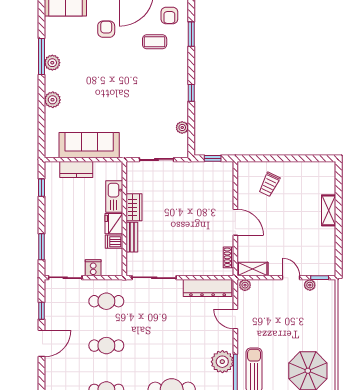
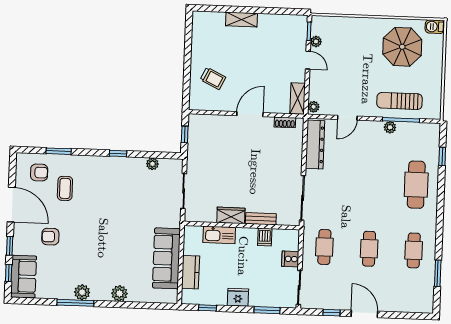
fridge: (114, 224) -> (238, 297), moved, turned 180
door: (291, 278) -> (308, 60), swing flipped
plant: (222, 362) -> (390, 127), width x0.53, depth x0.53

